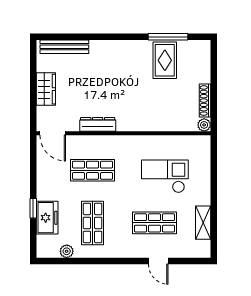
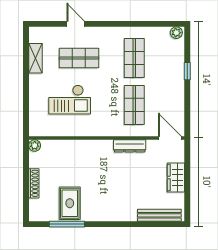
shoe rack: (205, 101) -> (34, 183), moved
shop shelf: (93, 170) -> (134, 105), turned 90
freezer: (47, 218) -> (175, 63), removed
plant: (67, 251) -> (176, 33), moved

